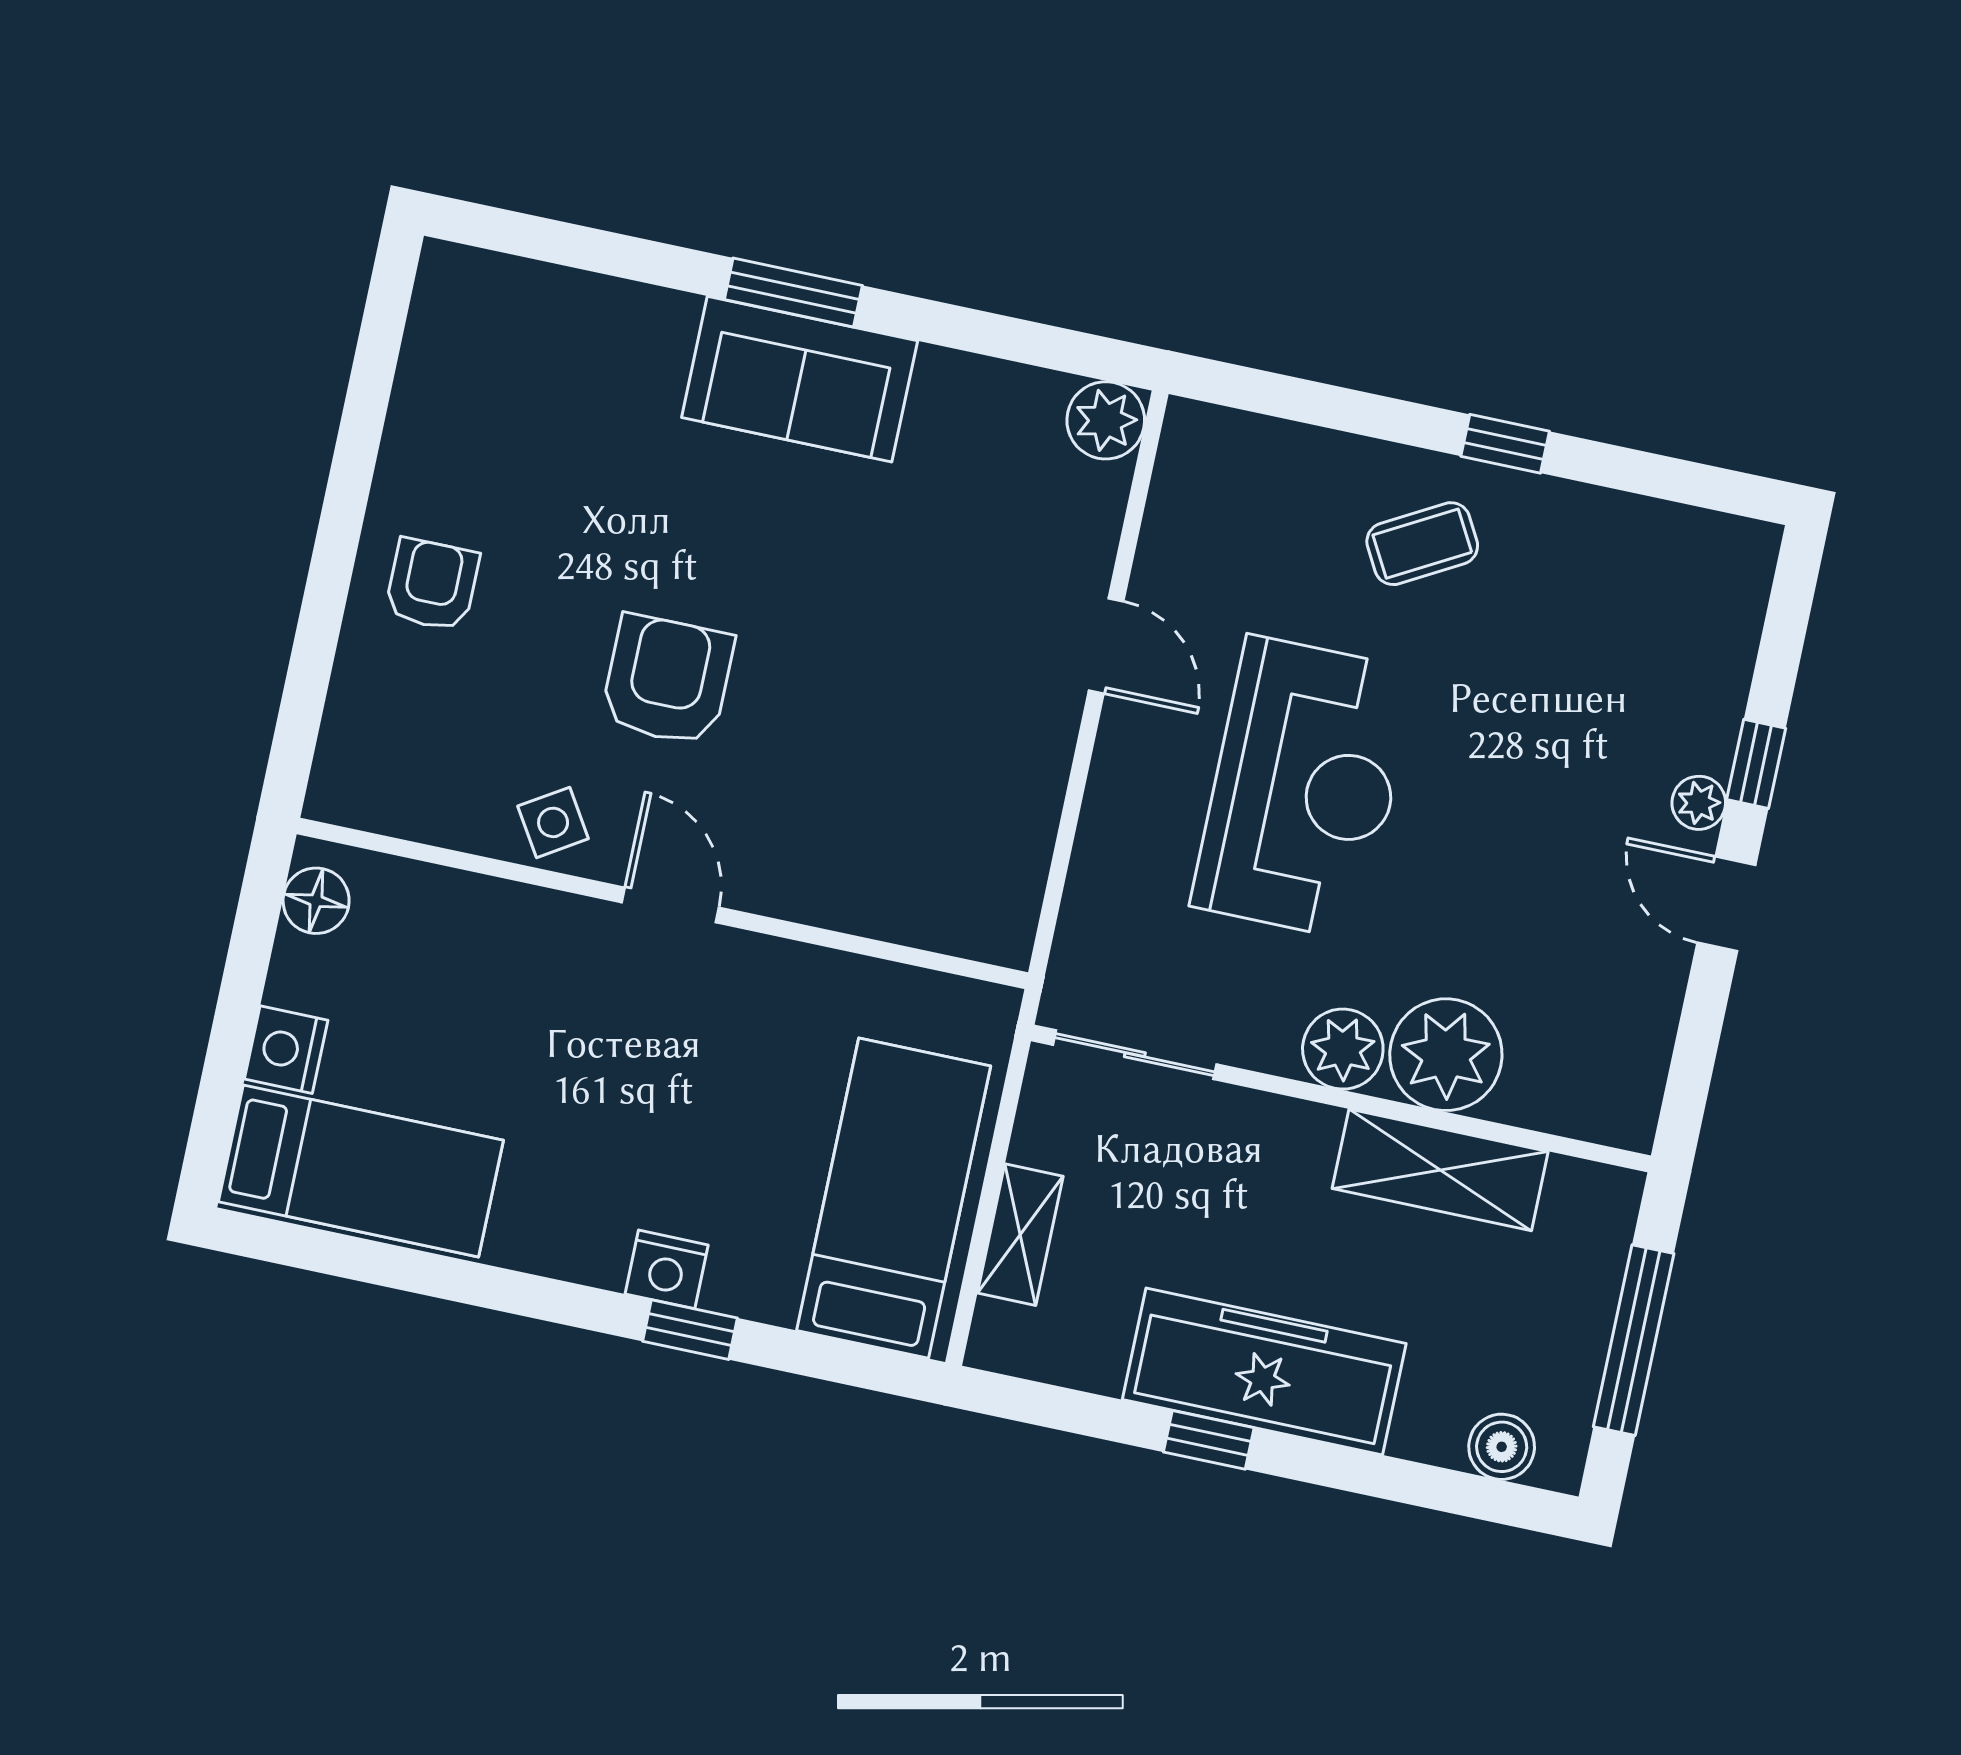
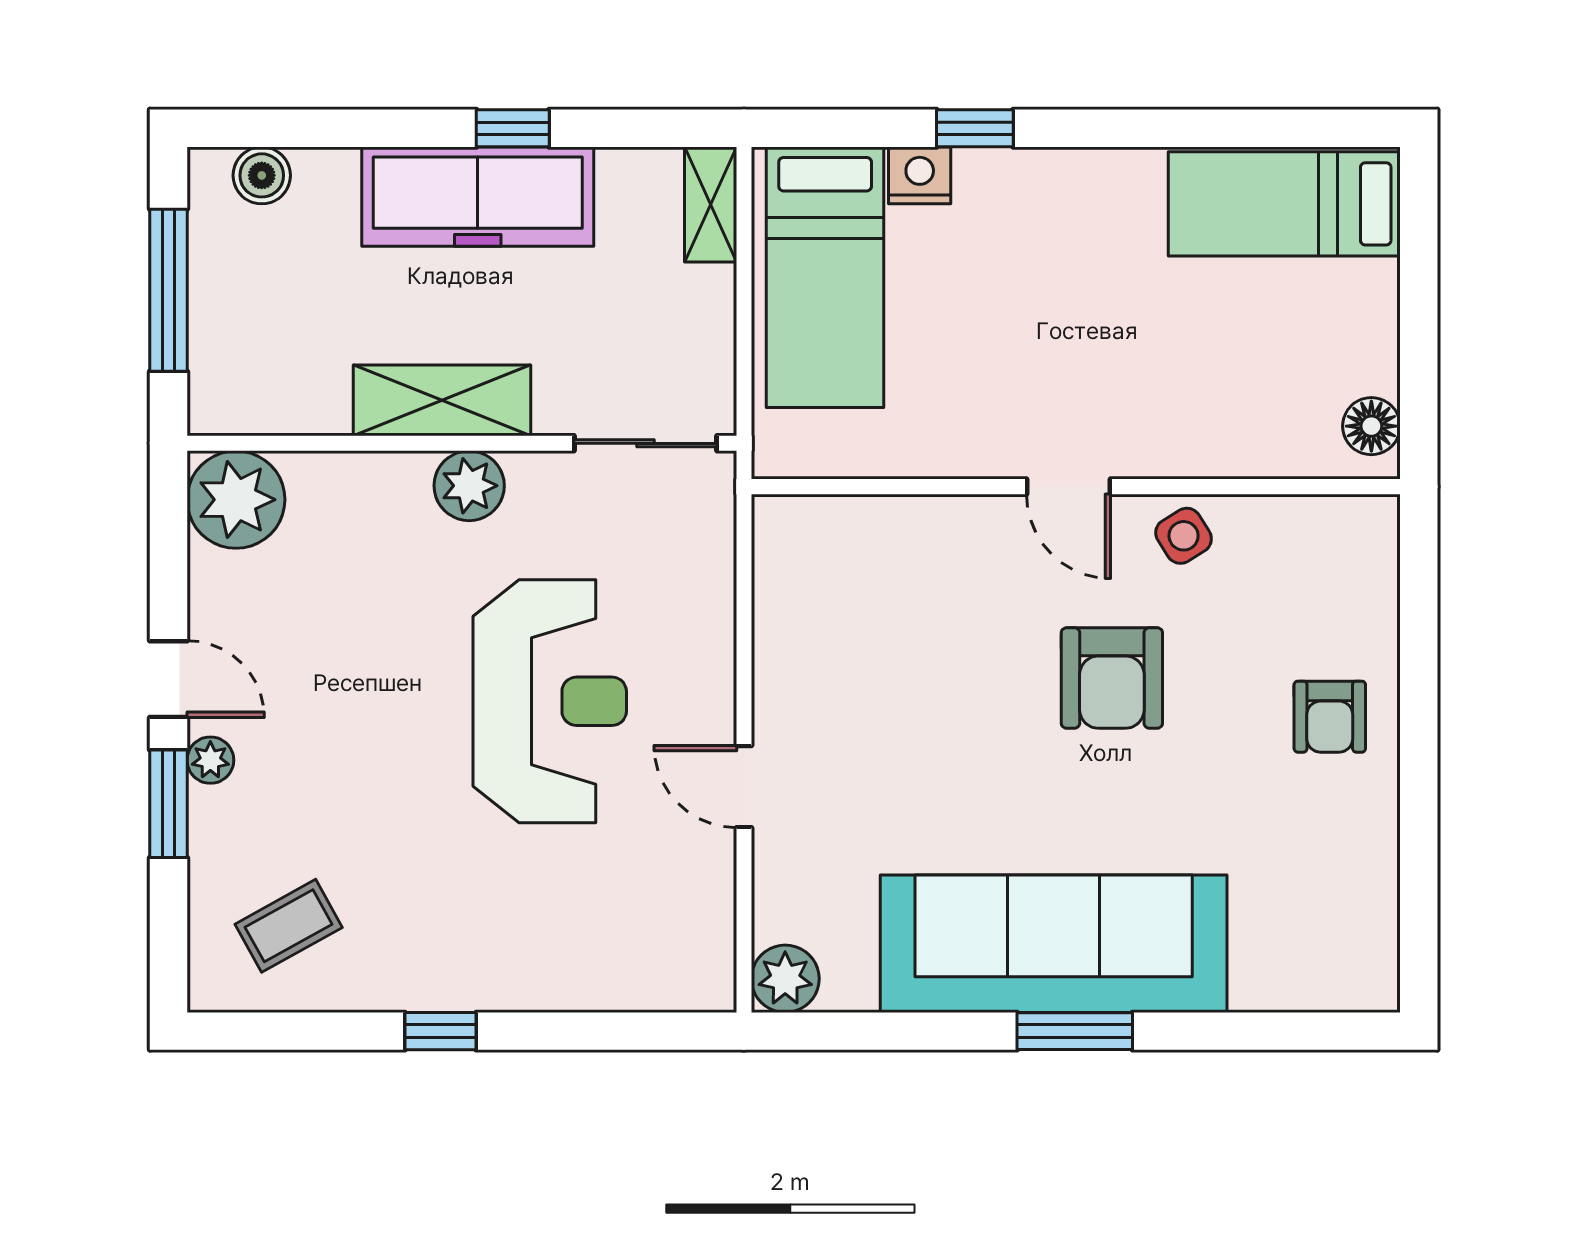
sofa: (800, 379) -> (1054, 944), width x1.85, depth x1.27
coffee table: (1422, 544) -> (289, 926), moved
window: (1756, 764) -> (169, 804), width x1.50
reception desk: (1304, 788) -> (550, 701), turned 180
nightstand: (286, 1050) -> (1370, 294), removed
plant: (1446, 1055) -> (236, 500), moved
shelving: (1440, 1170) -> (442, 400), moved
shelving: (1020, 1235) -> (711, 205), moved
nightstand: (667, 1269) -> (920, 175), moved

